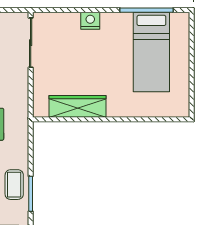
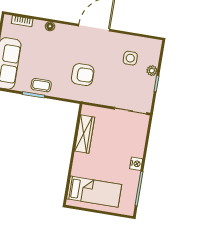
nightstand: (90, 21) -> (136, 164), moved
bed: (151, 52) -> (94, 192), moved, turned 180

